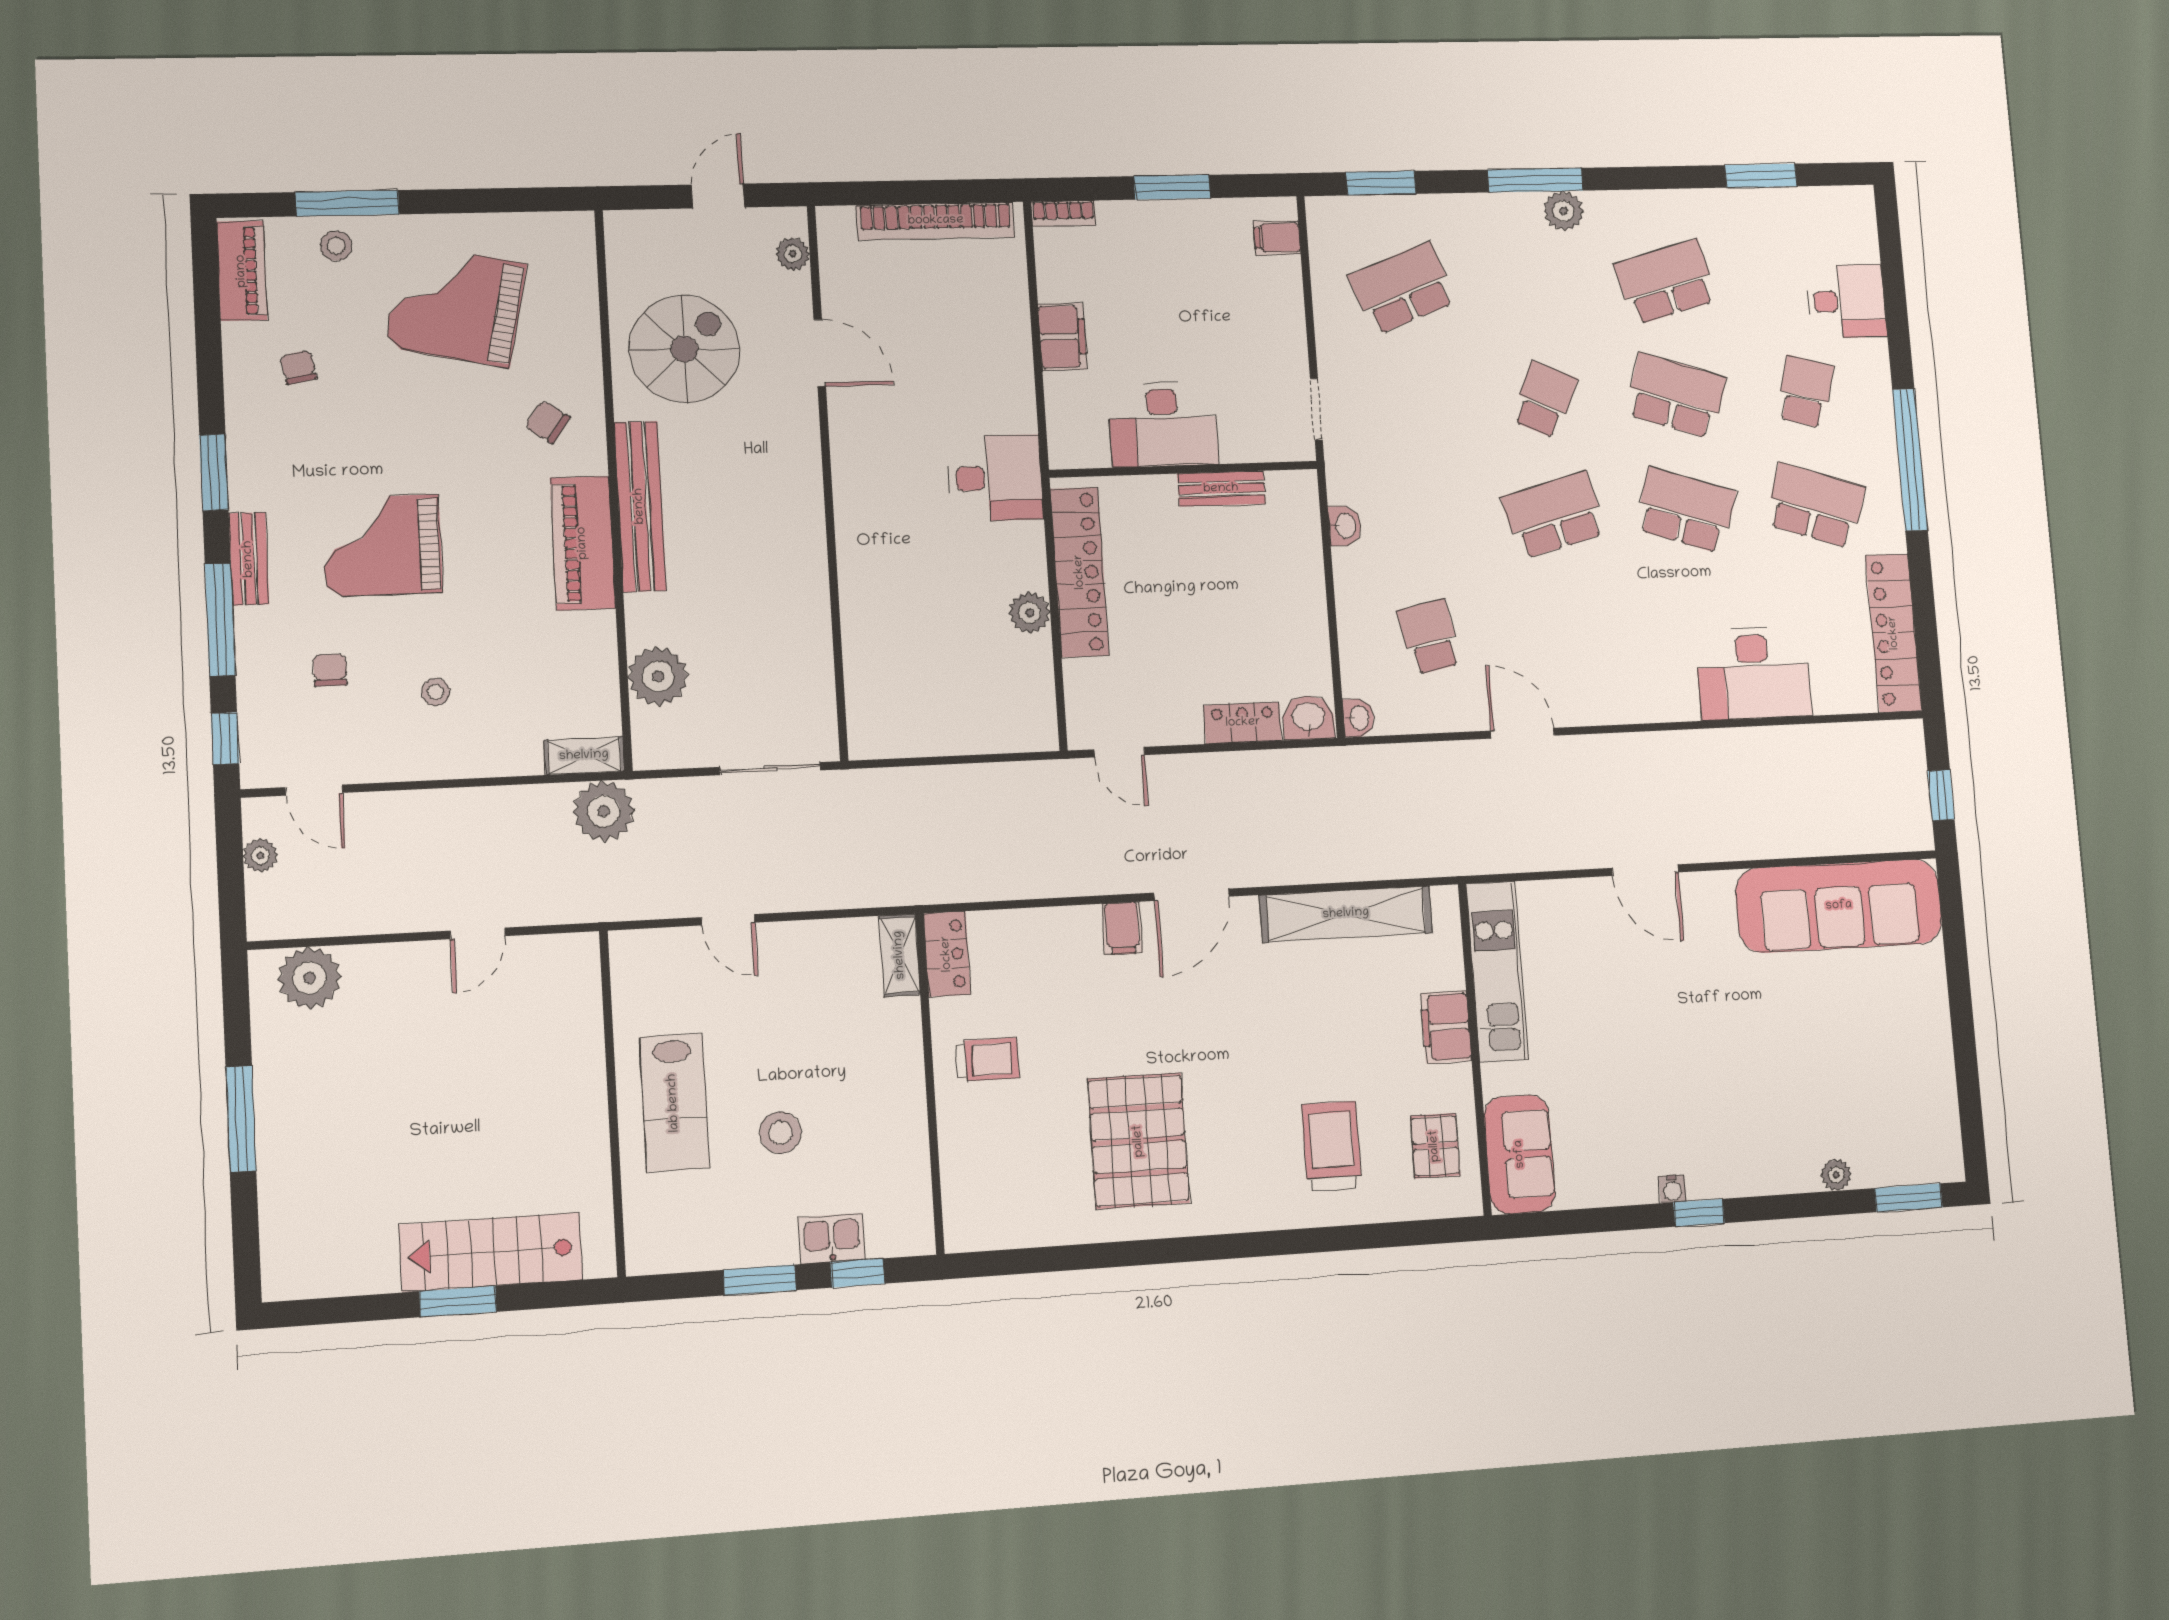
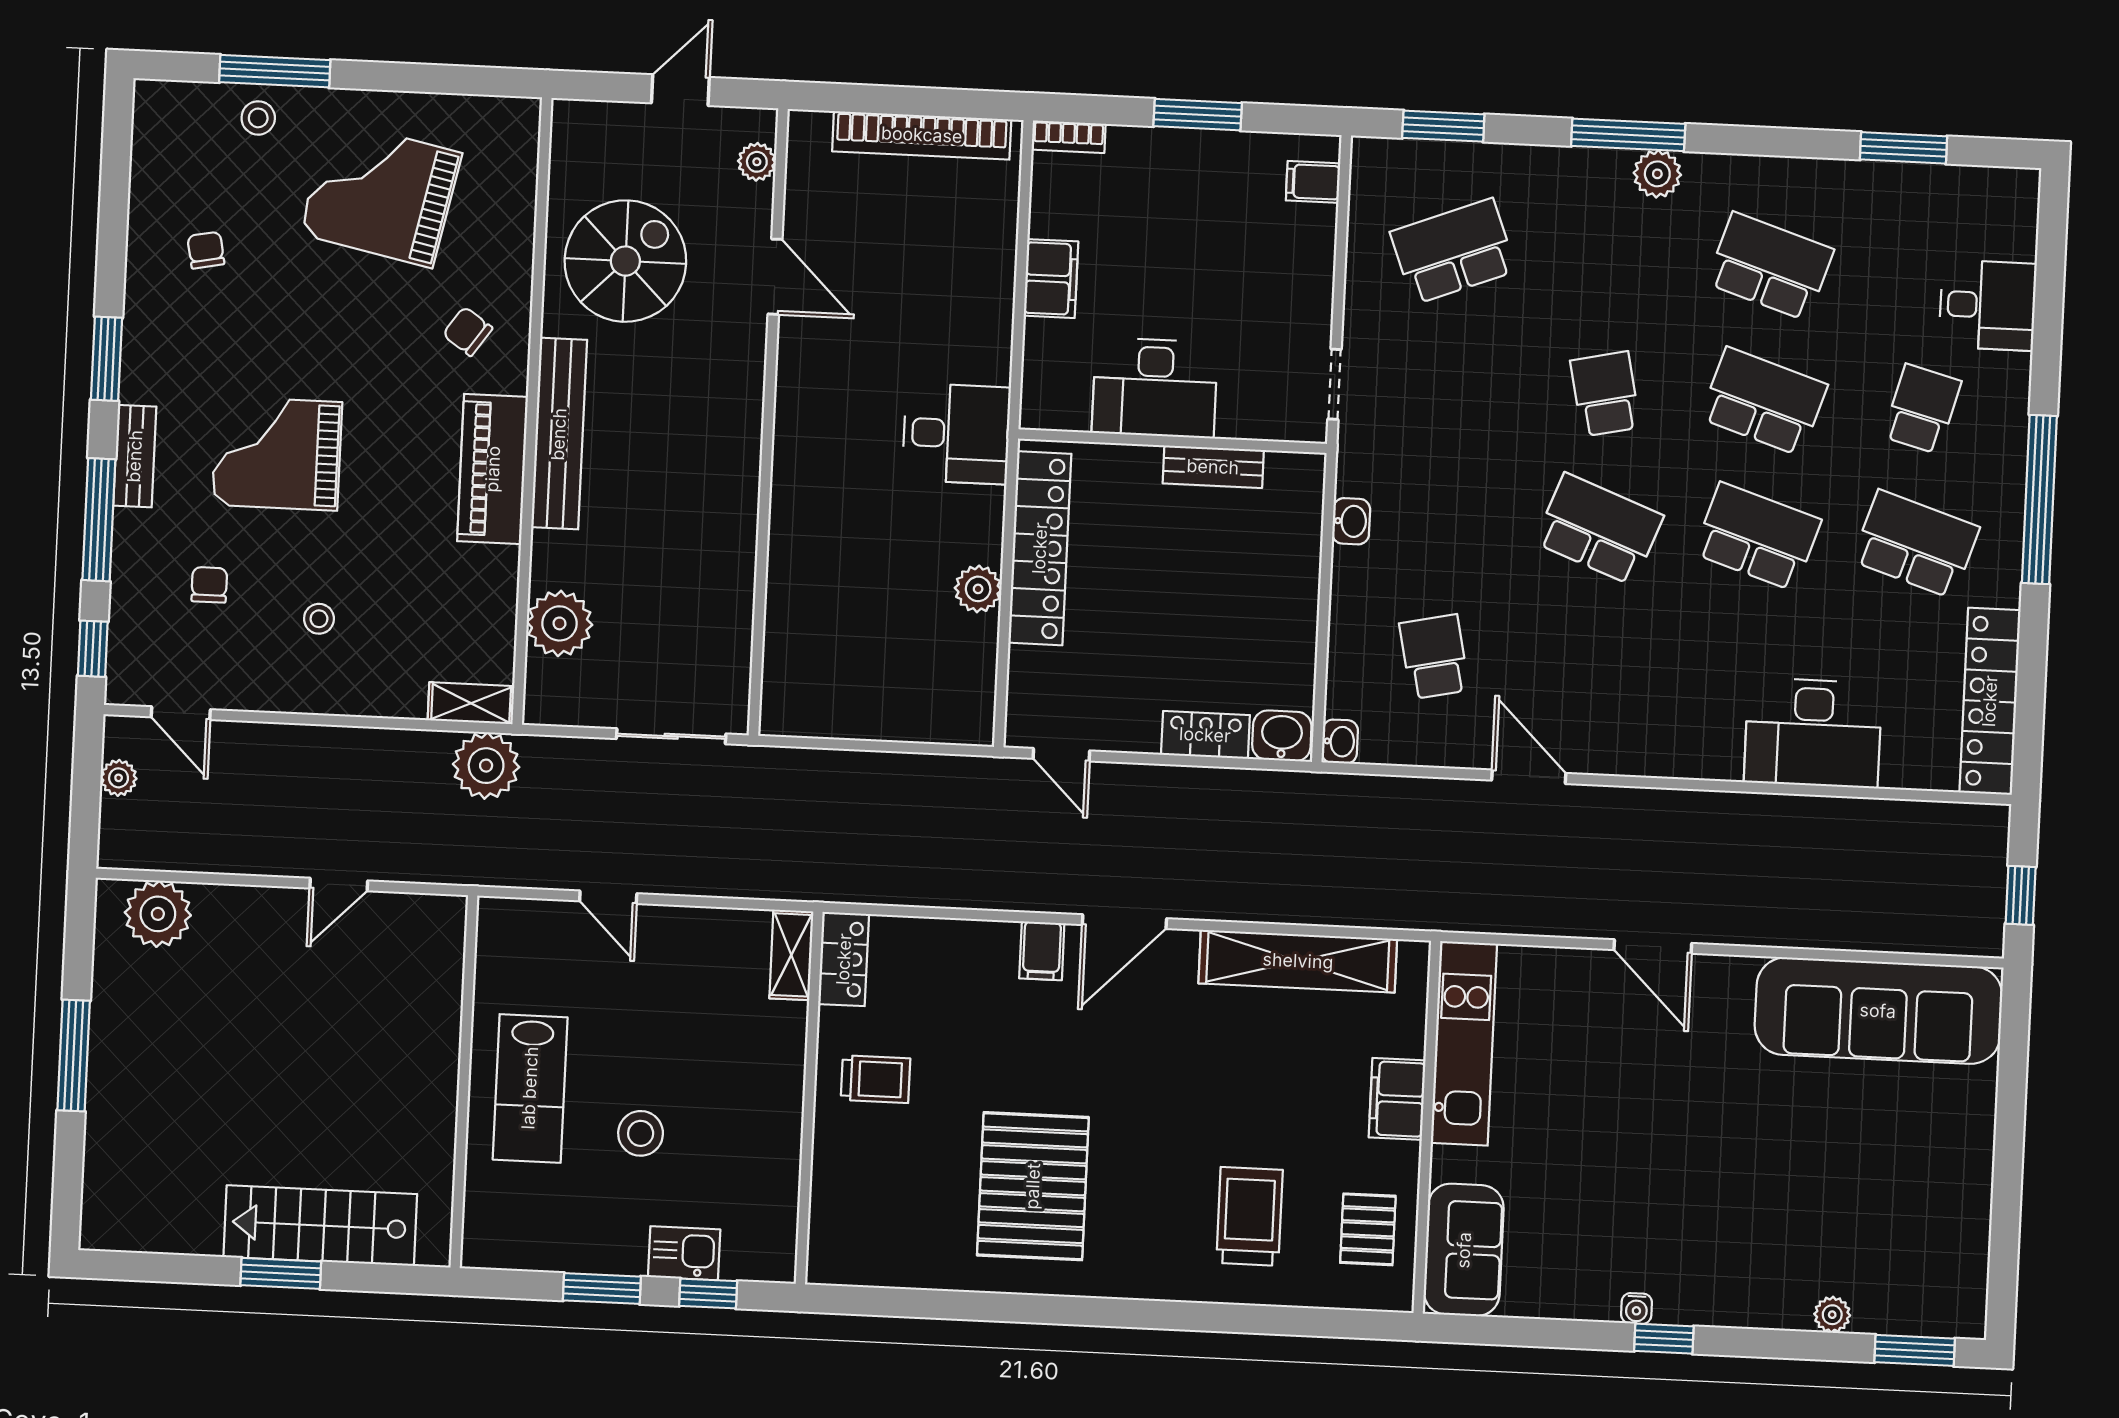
piano: (242, 271) -> (155, 139), removed
school desk: (1666, 282) -> (1770, 266), turned 33
school desk: (1544, 400) -> (1605, 394), turned -36
school desk: (1554, 515) -> (1599, 529), turned 36

